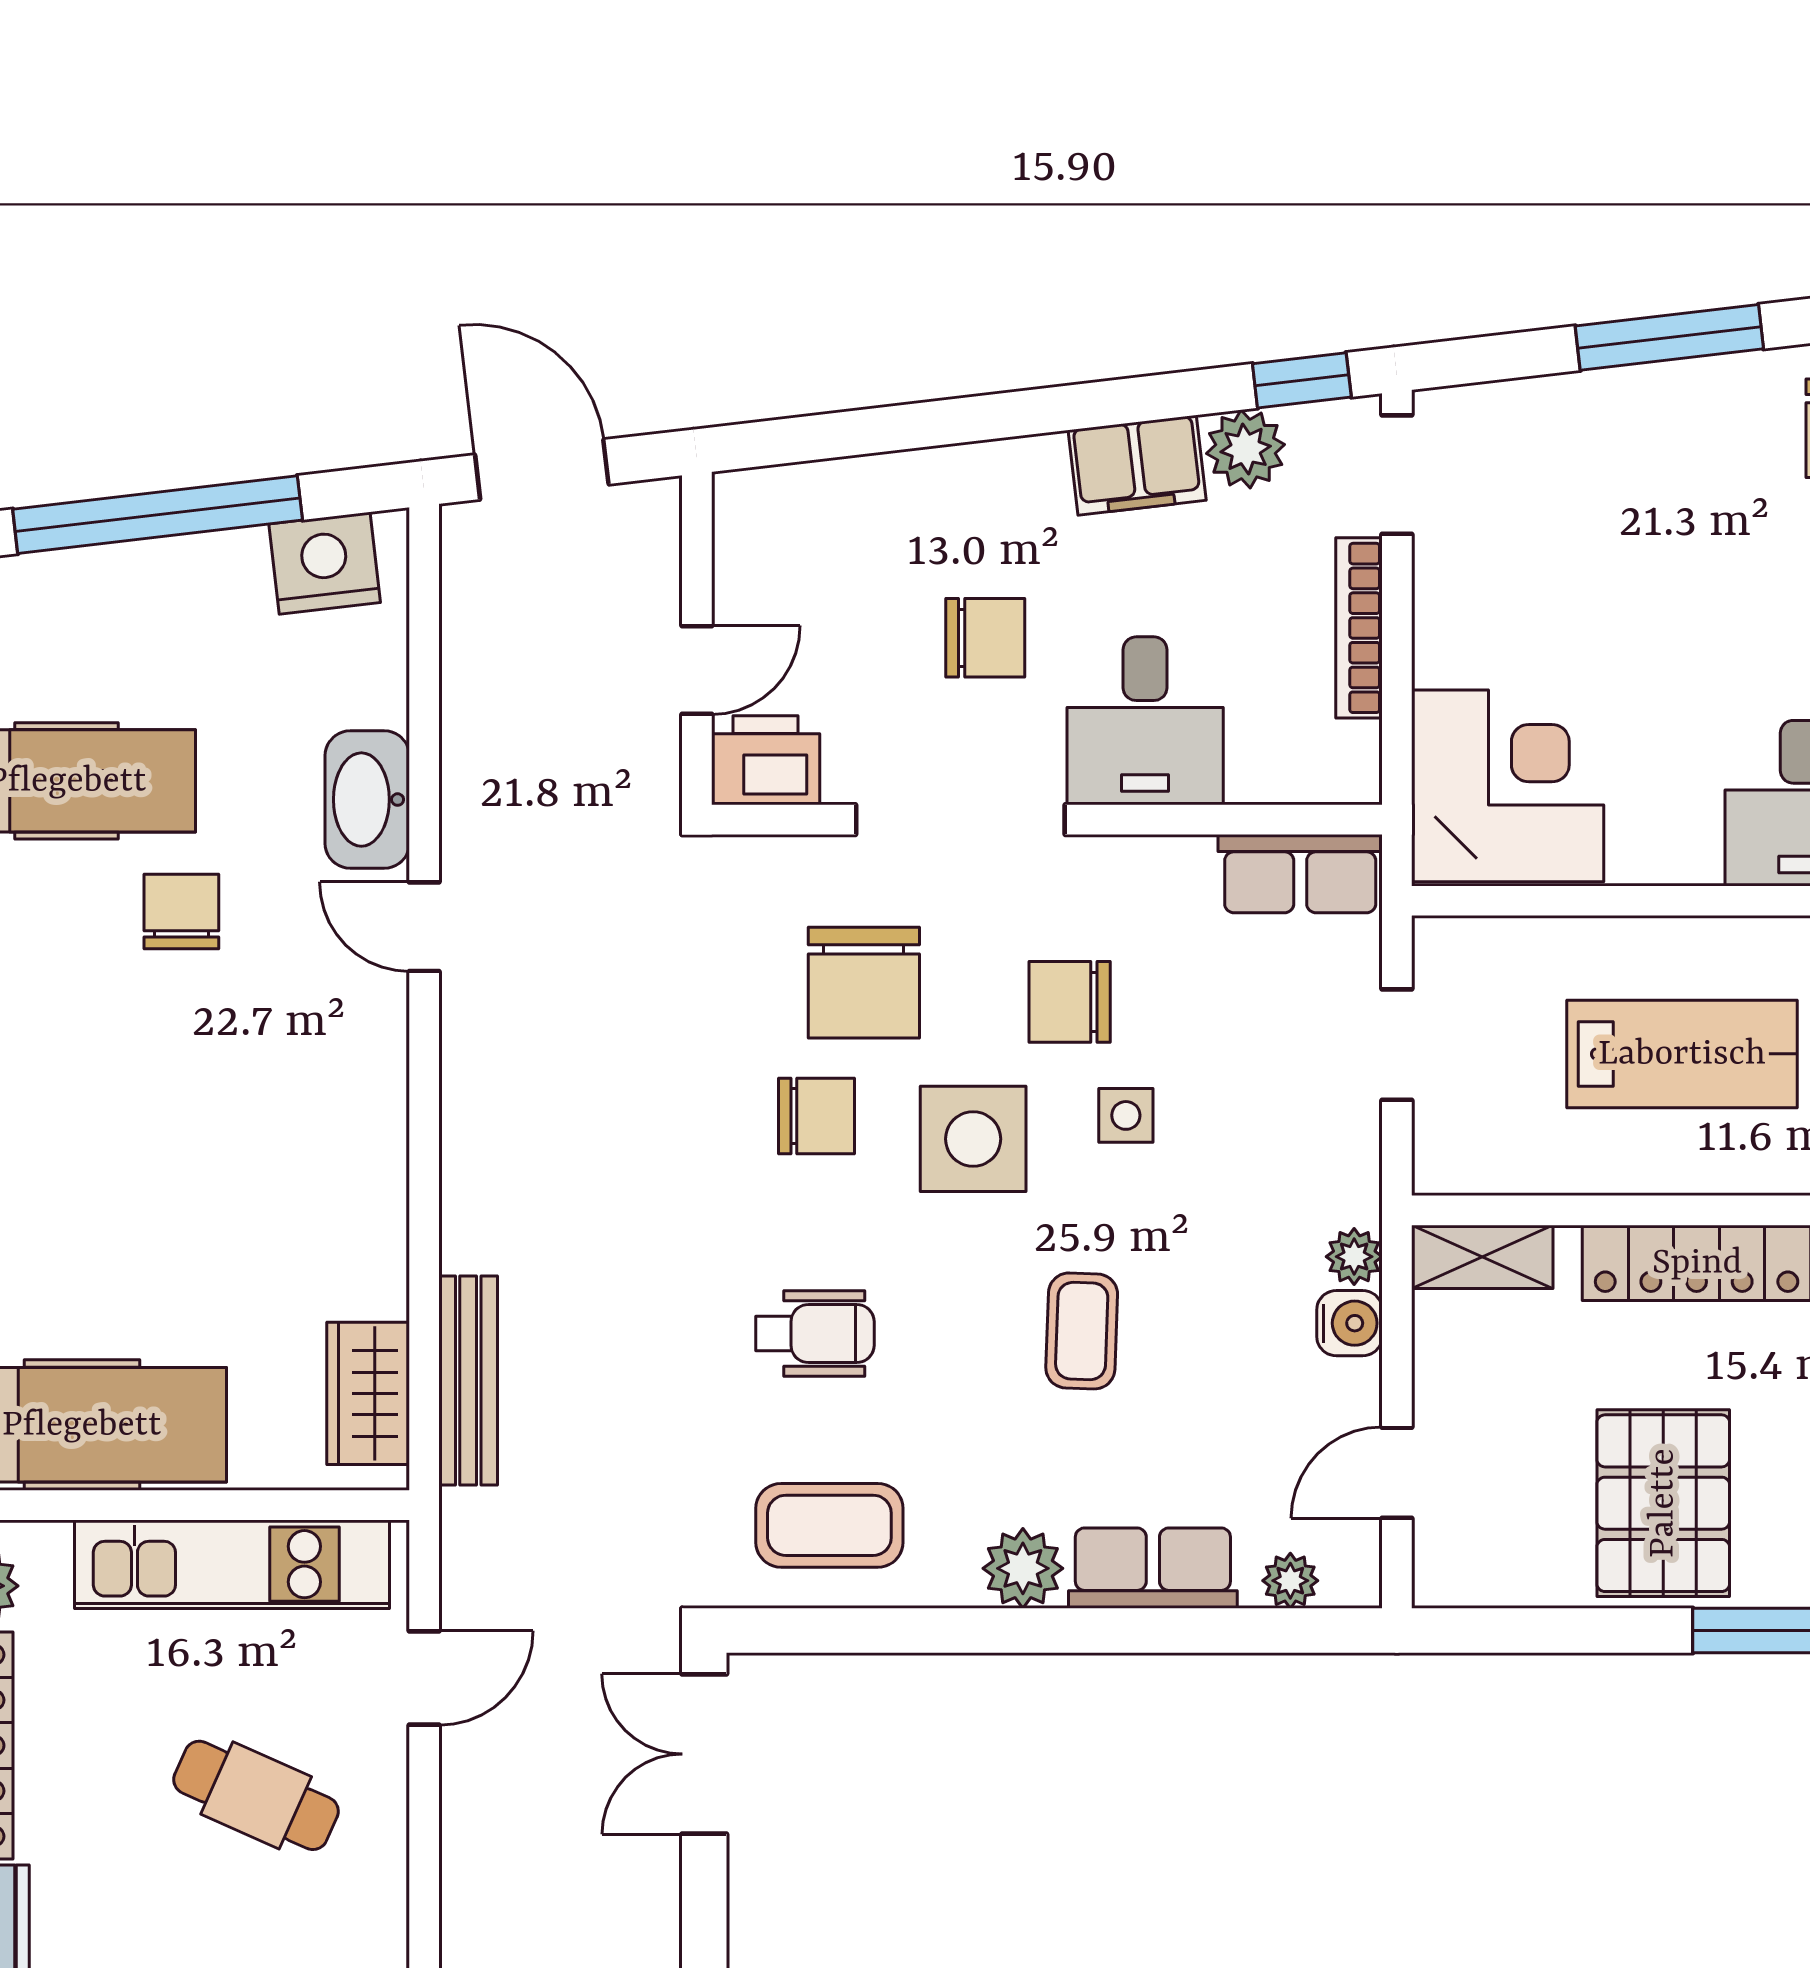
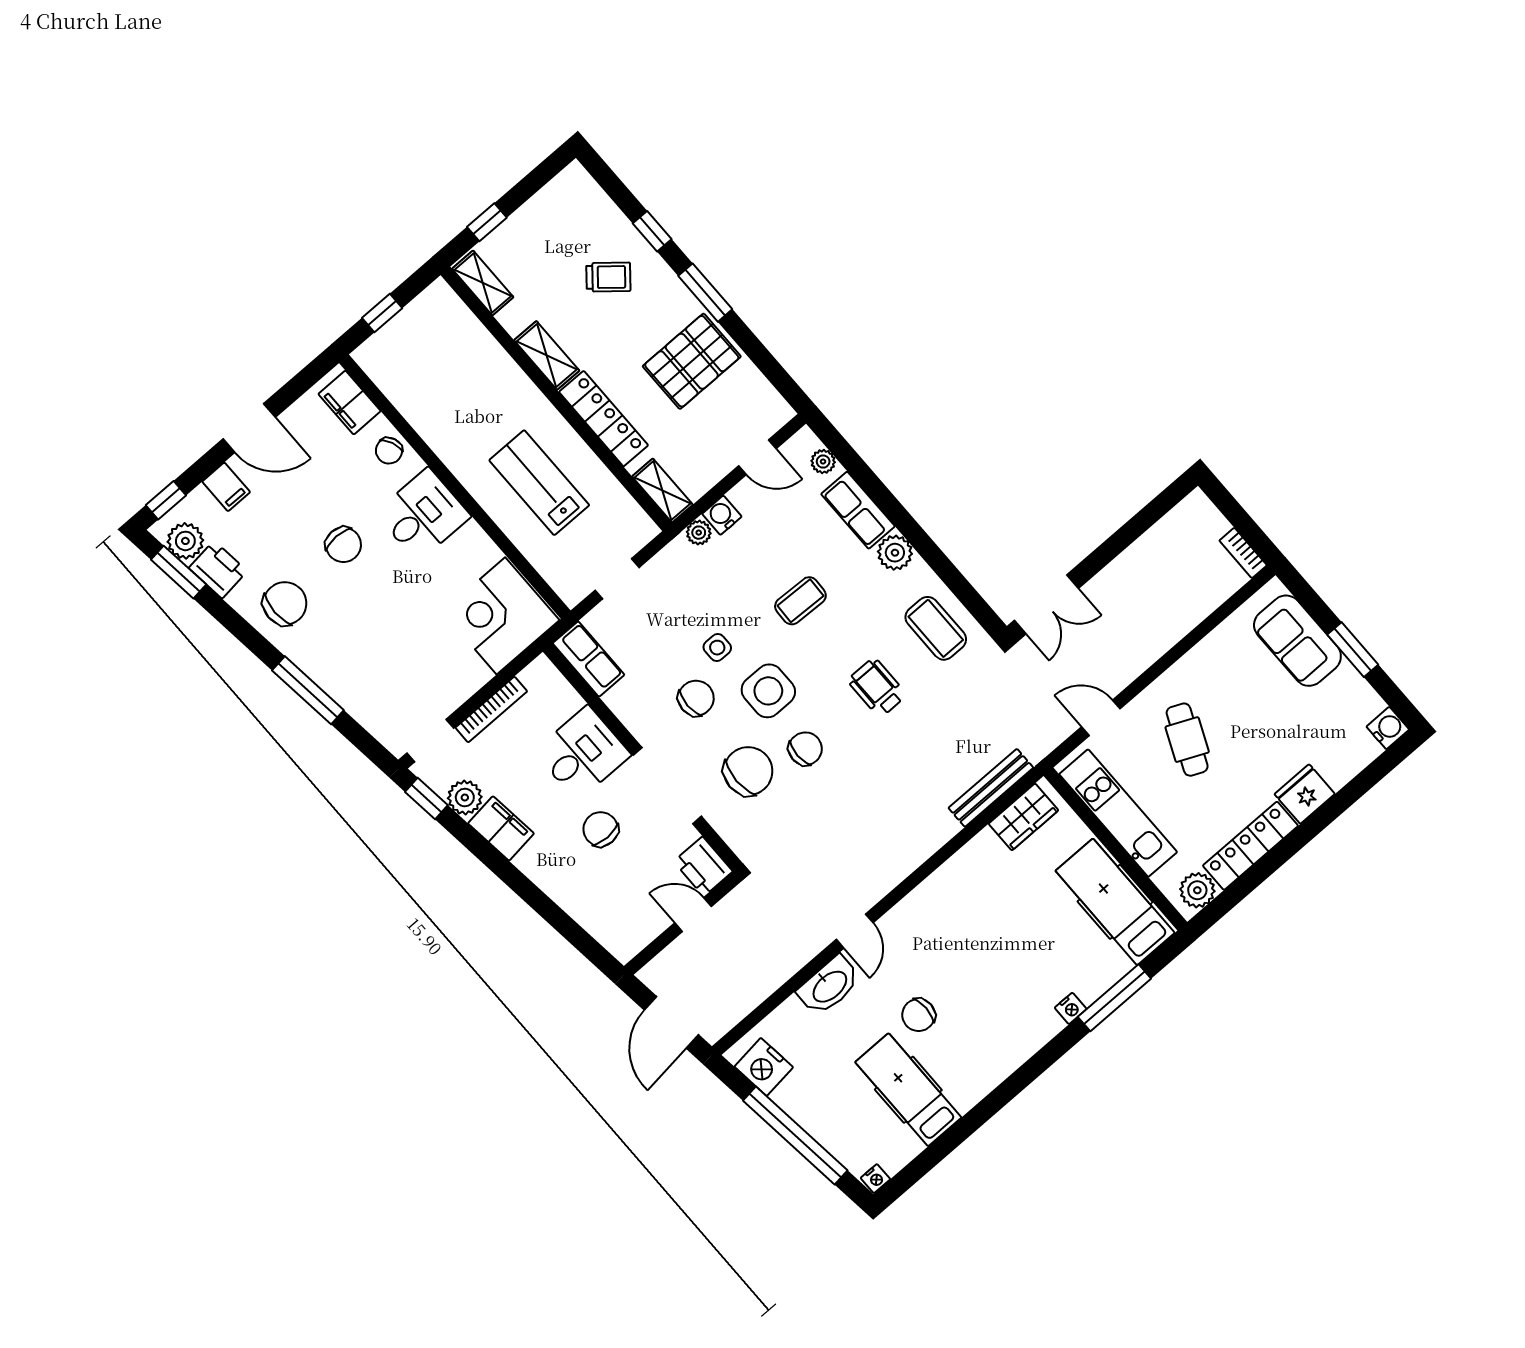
chair: (1070, 1002) -> (696, 698), turned -90
chair: (817, 1116) -> (805, 749), turned 90

